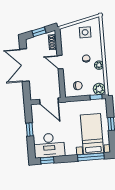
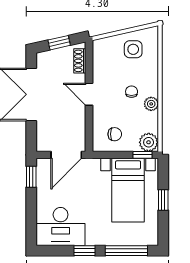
door: (49, 101) -> (66, 155), hinge flipped
window: (30, 130) -> (31, 177), moved
bed with nightstands: (92, 134) -> (128, 190), moved, turned 180
window: (47, 160) -> (84, 251), moved

